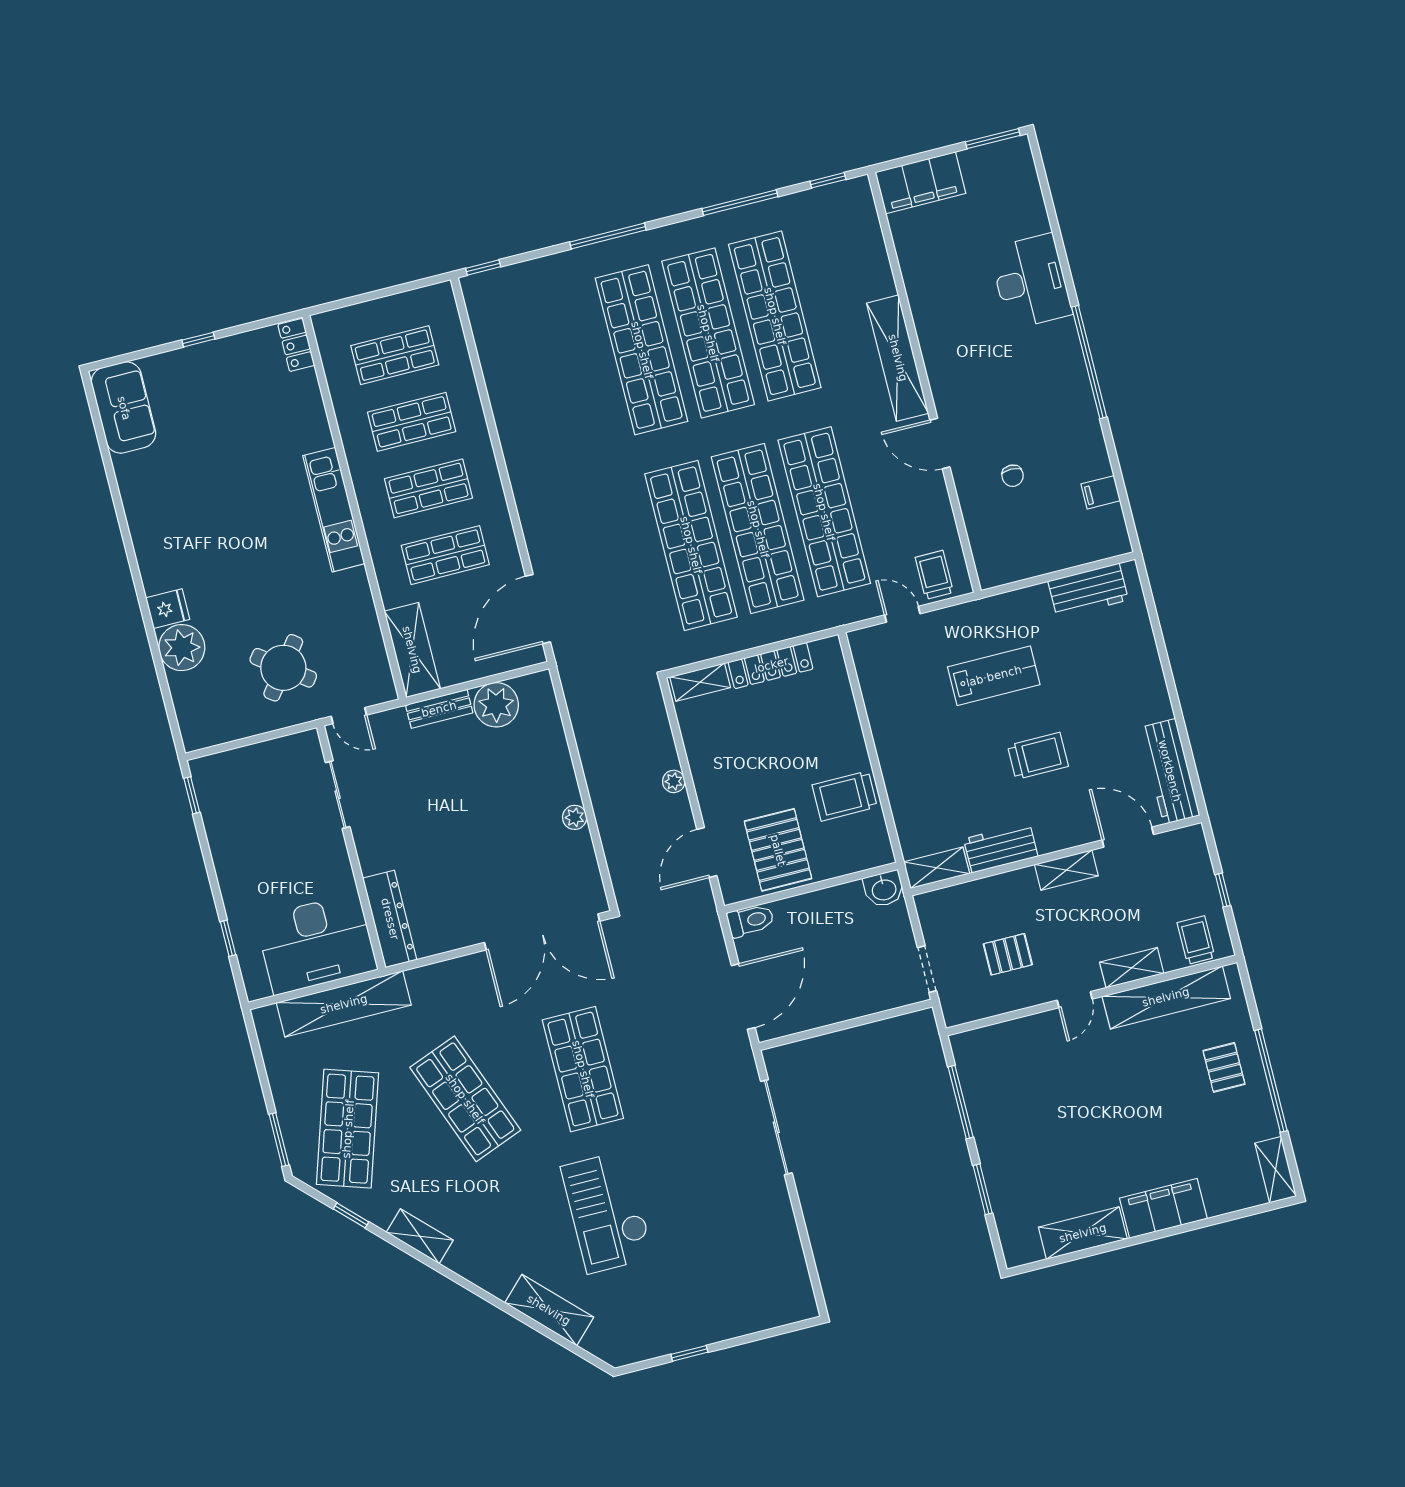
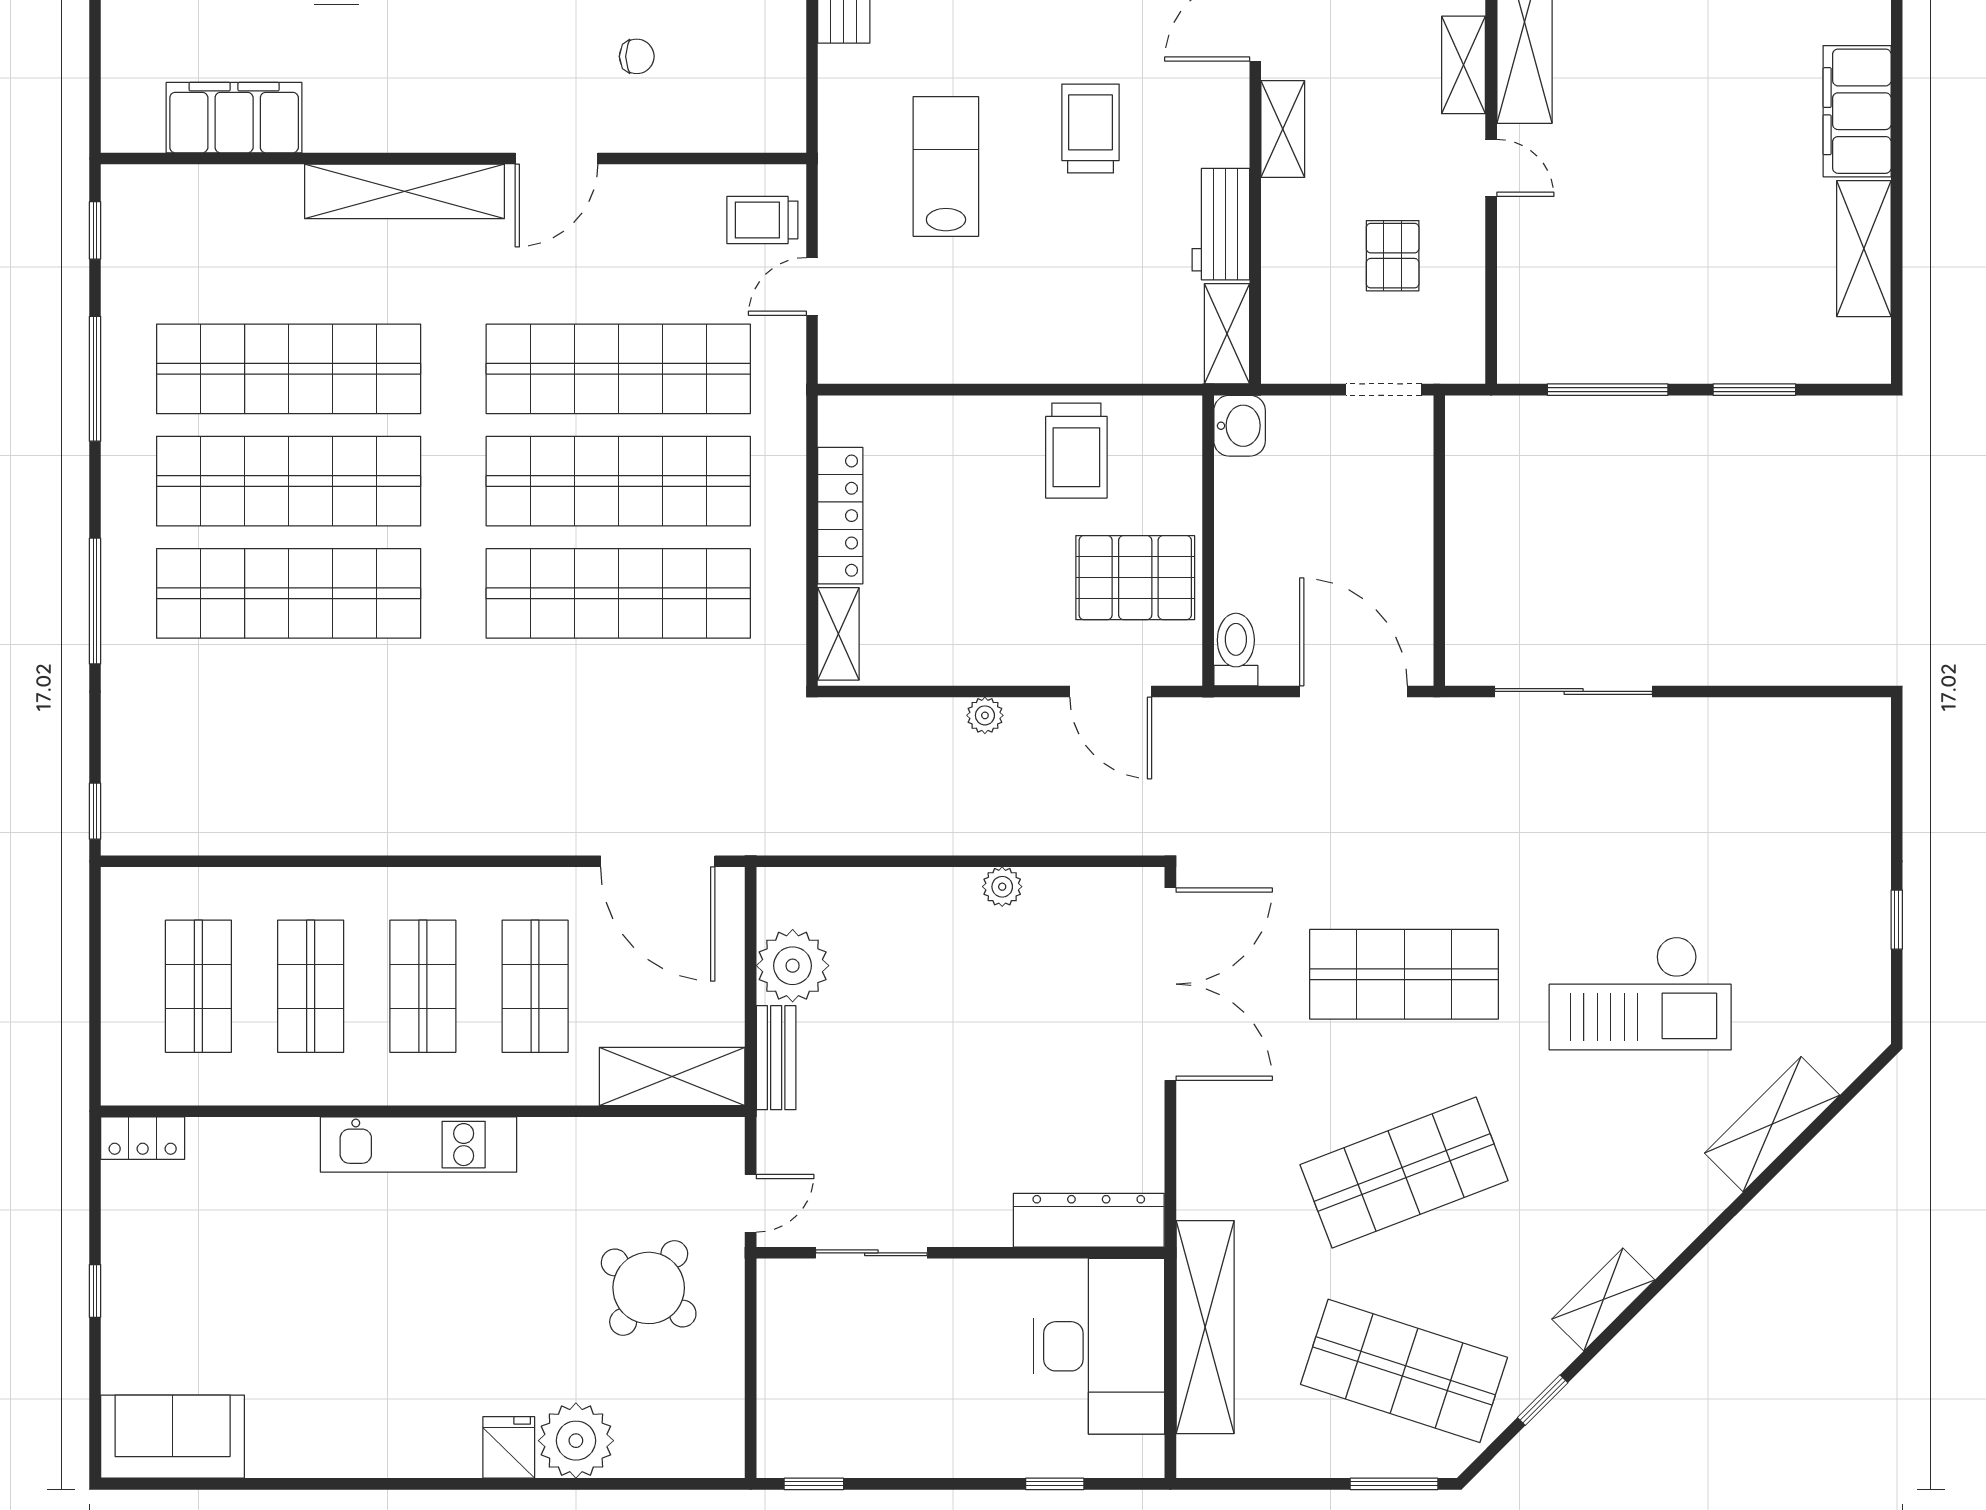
filing cabinet: (920, 183) -> (234, 118), moved, turned -90

